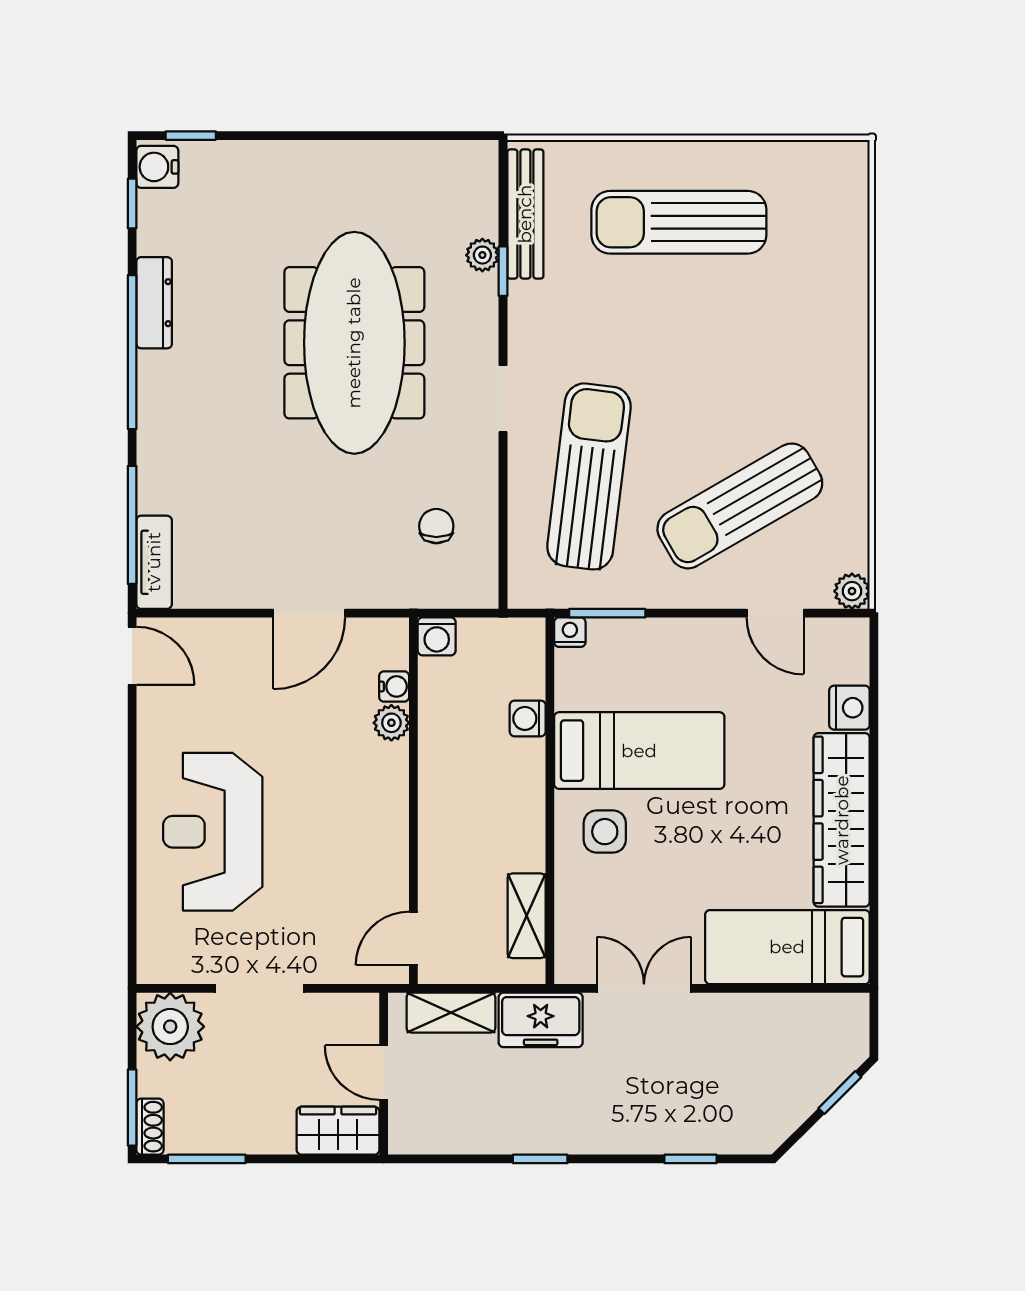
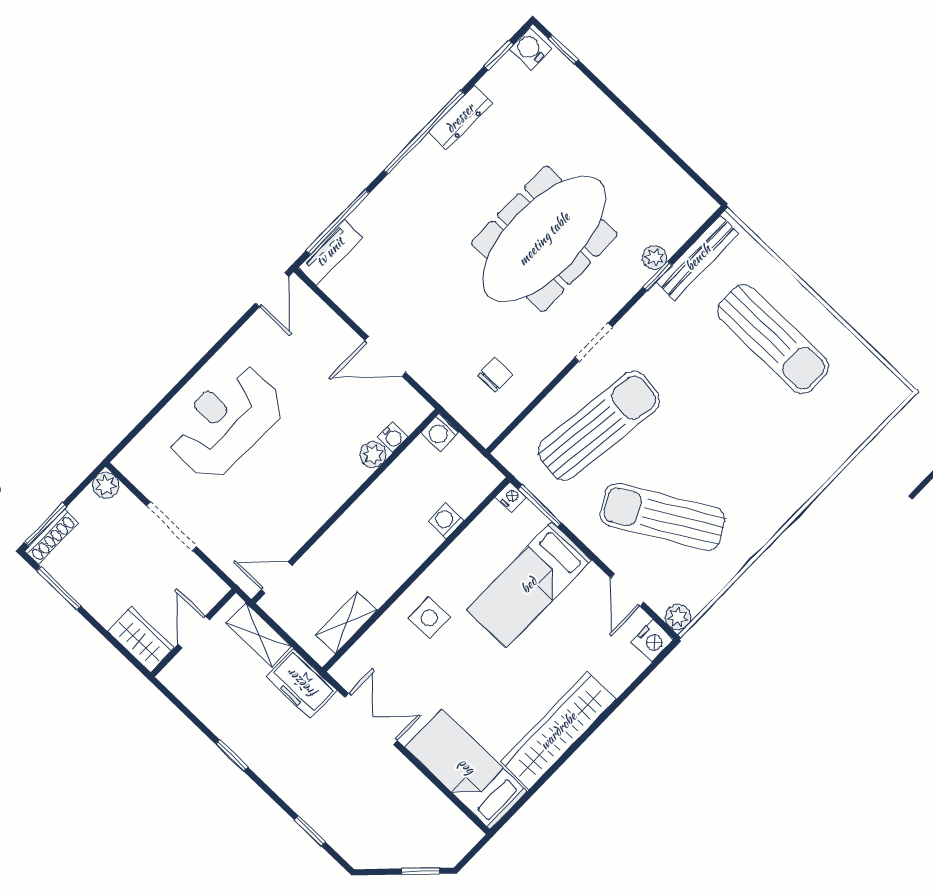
sun lounger: (679, 222) -> (773, 339), turned 180
nightstand: (849, 708) -> (653, 641), moved
bed: (639, 751) -> (529, 585), moved, turned 90
plant: (170, 1027) -> (106, 485), width x0.53, depth x0.53
shoe rack: (150, 1127) -> (51, 537), width x1.43

